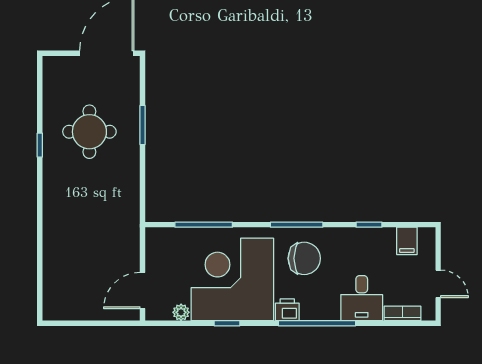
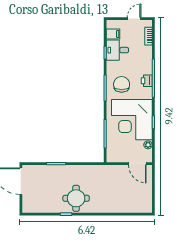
round table: (89, 132) -> (76, 198), moved
desk: (362, 298) -> (117, 50), moved, turned 180
printer: (287, 310) -> (147, 81), moved

